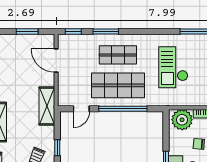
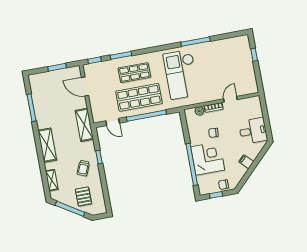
checkout: (173, 67) -> (181, 74), width x1.36, depth x1.21
door: (81, 109) -> (113, 122), hinge flipped
plant: (182, 120) -> (199, 111), width x0.53, depth x0.53

